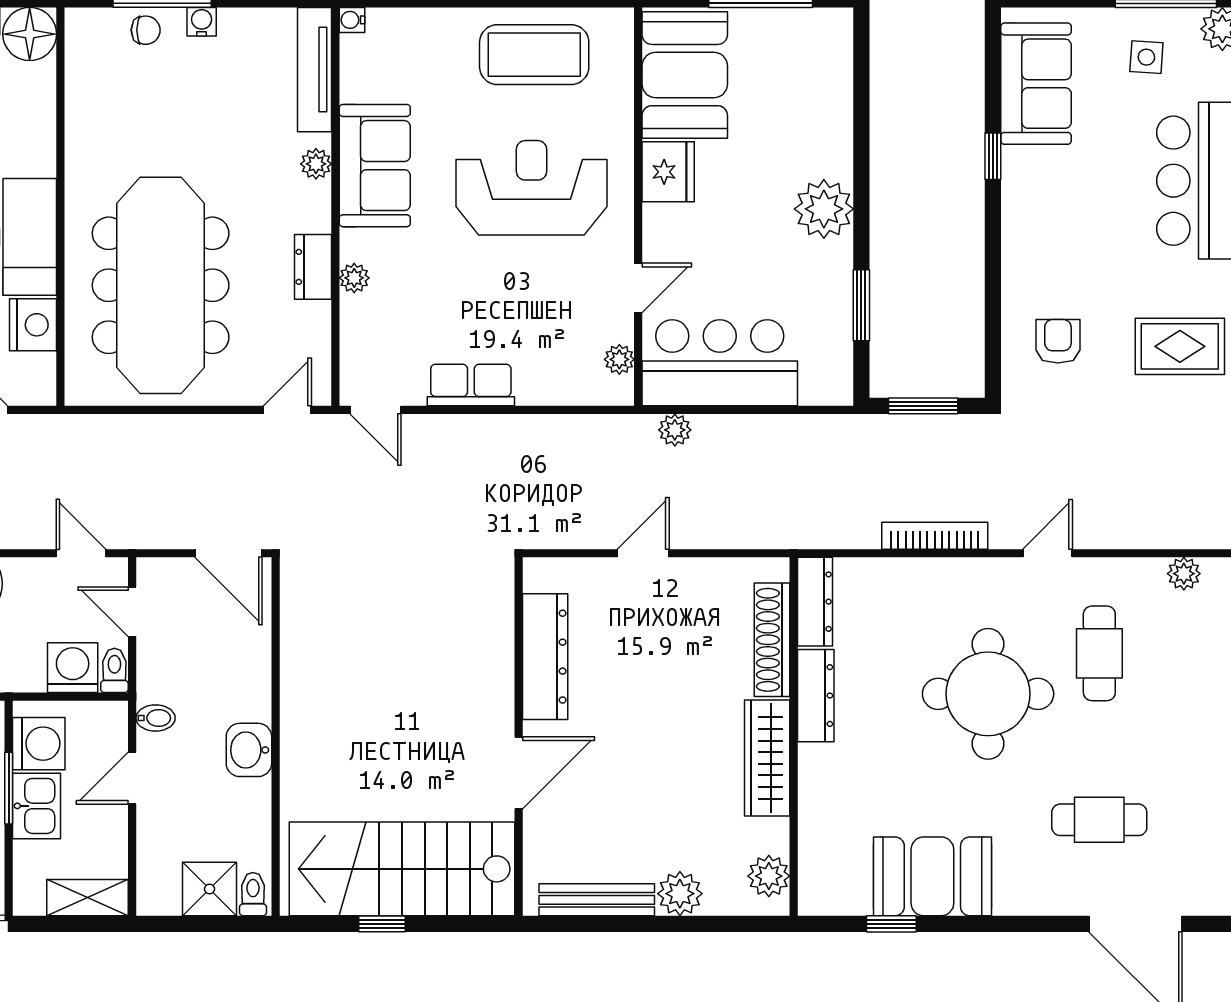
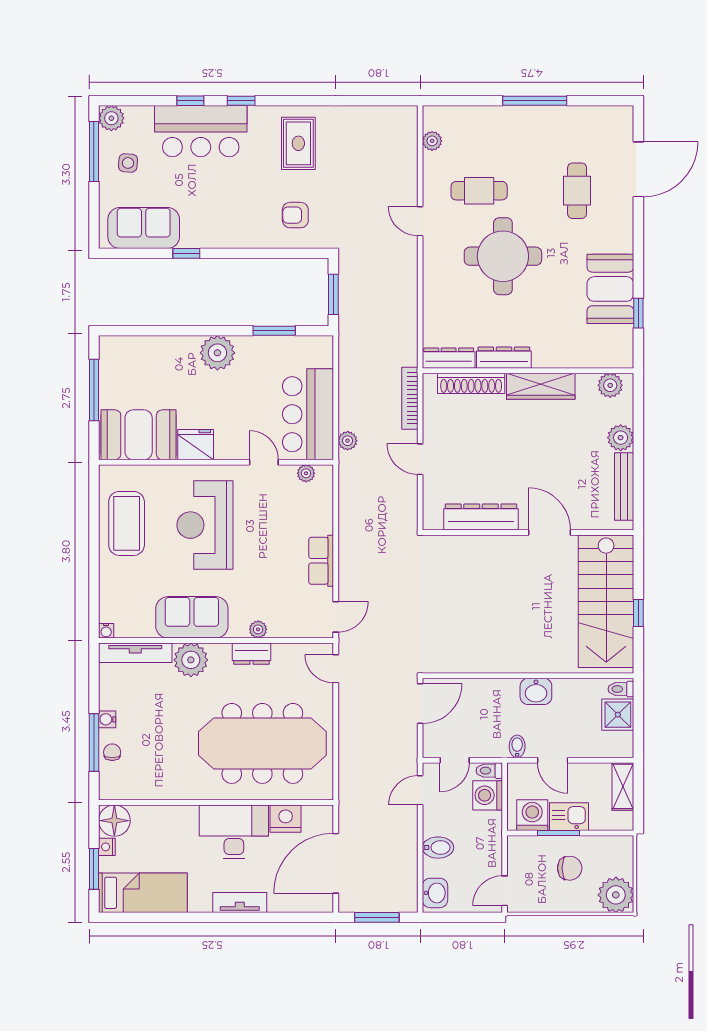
plant: (316, 164) -> (191, 660), width x1.88, depth x1.88
bookcase: (935, 536) -> (410, 398), moved

